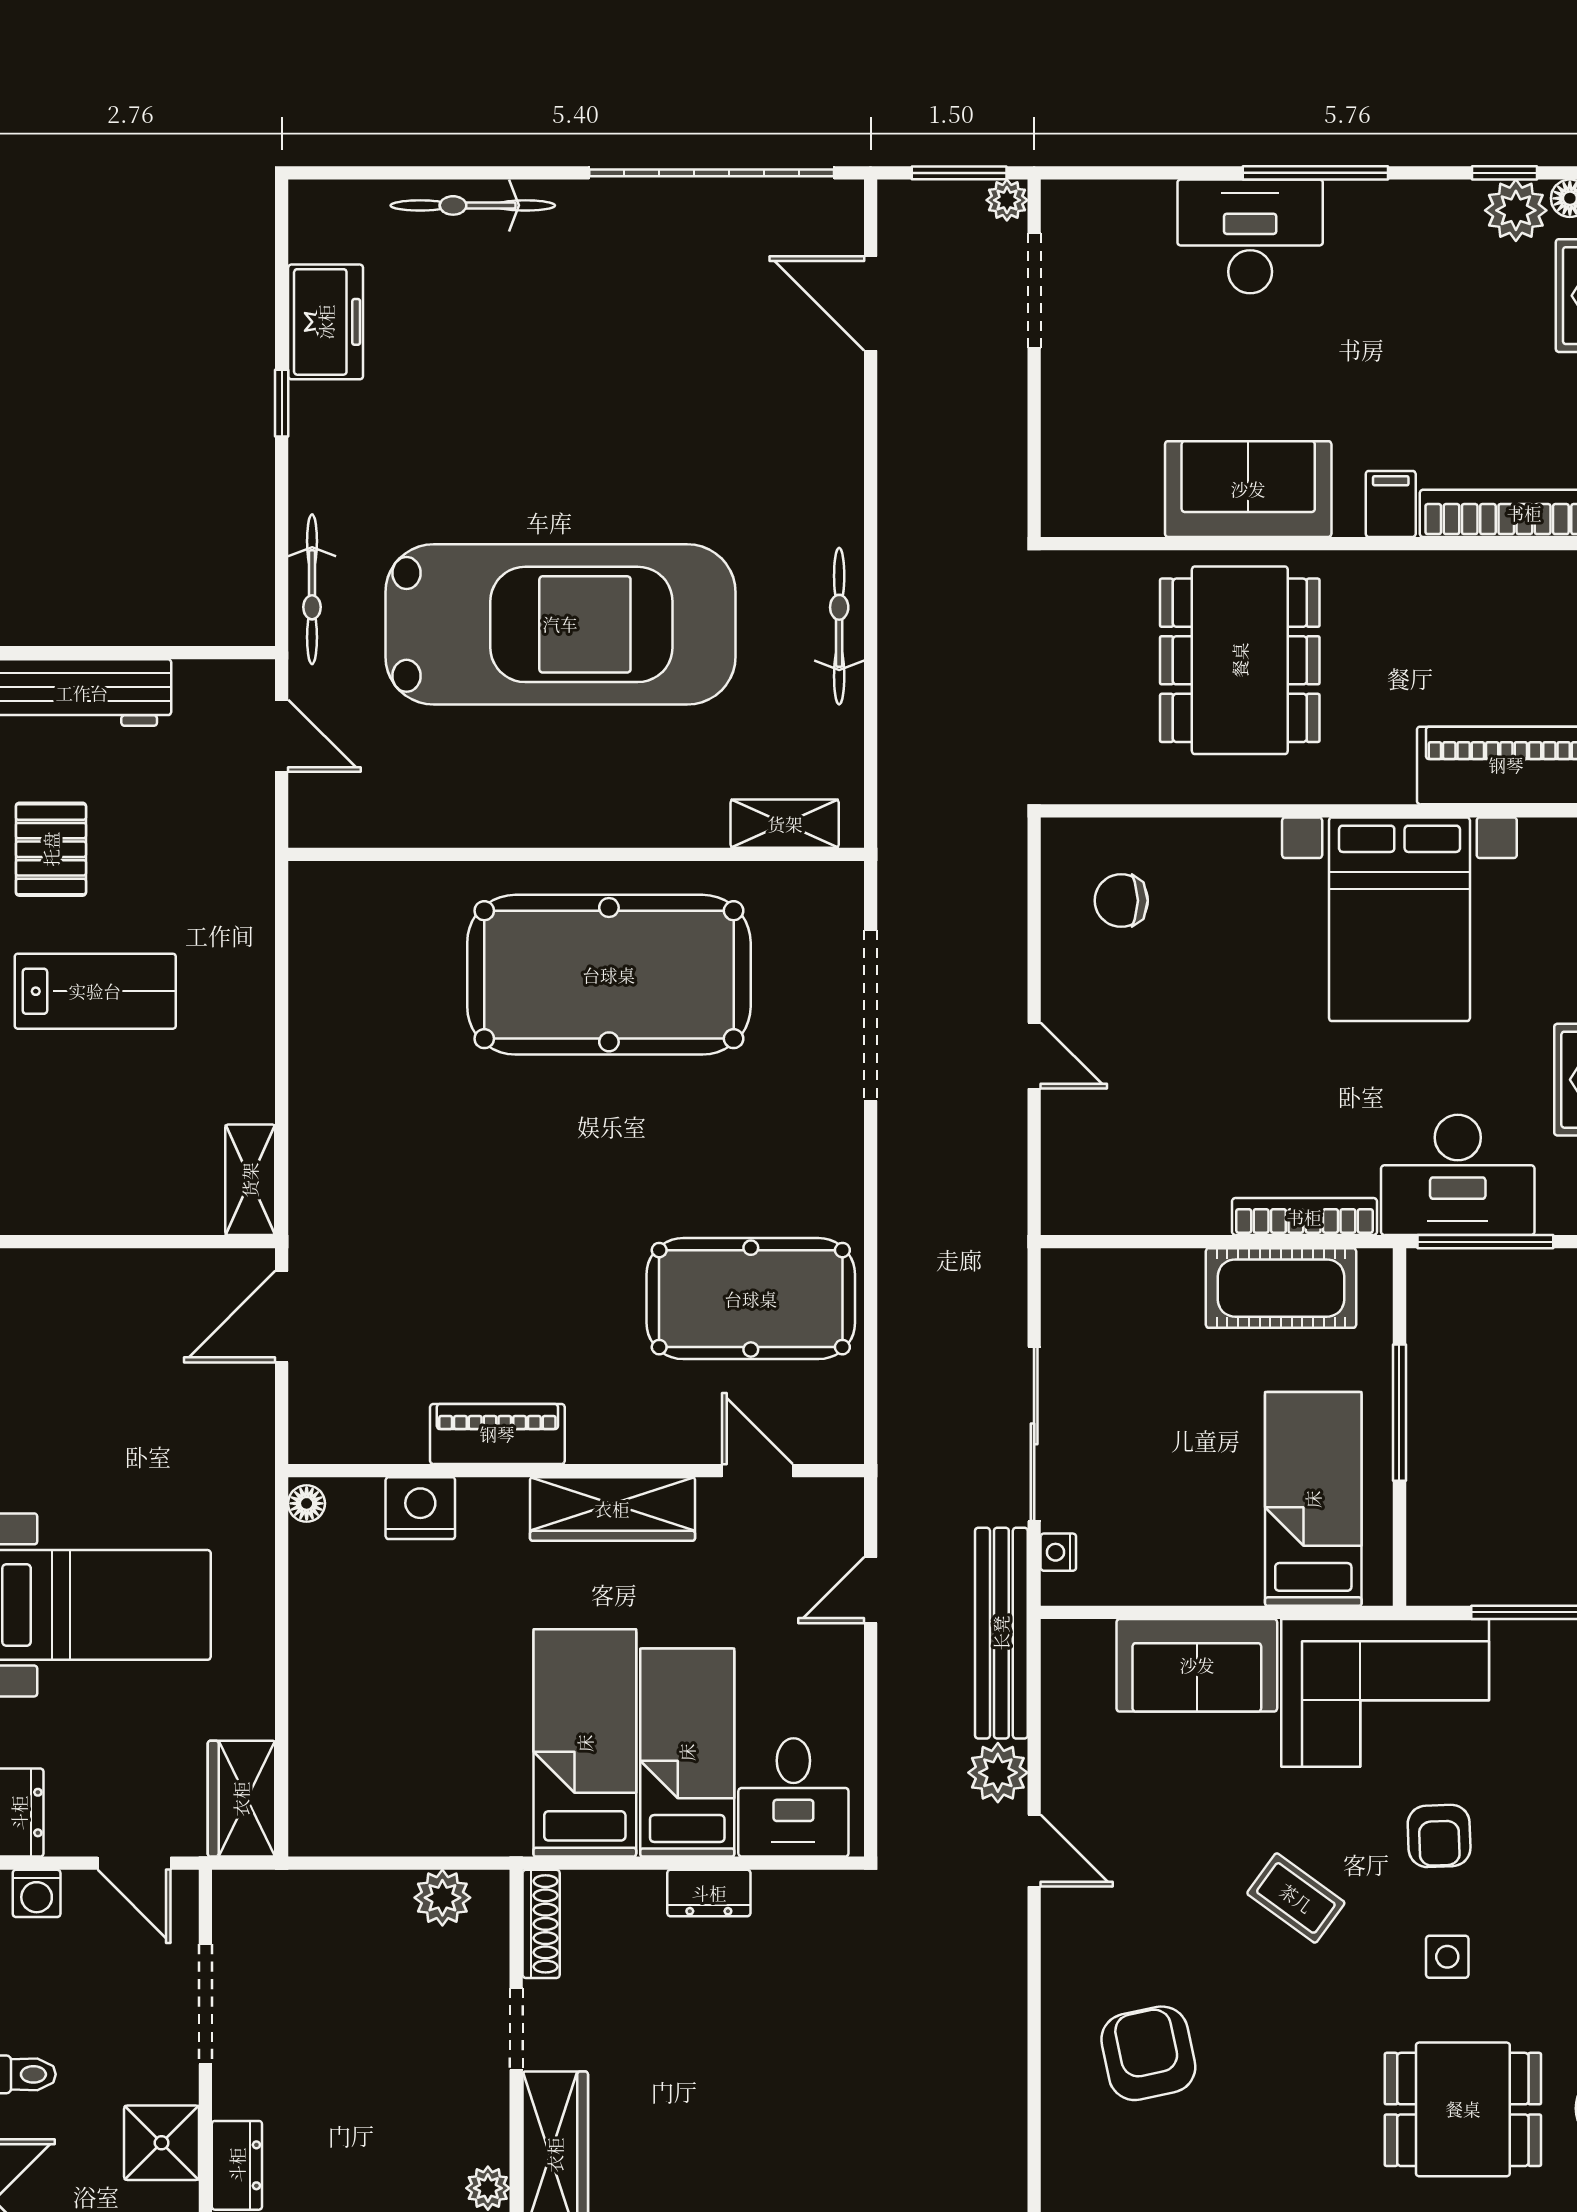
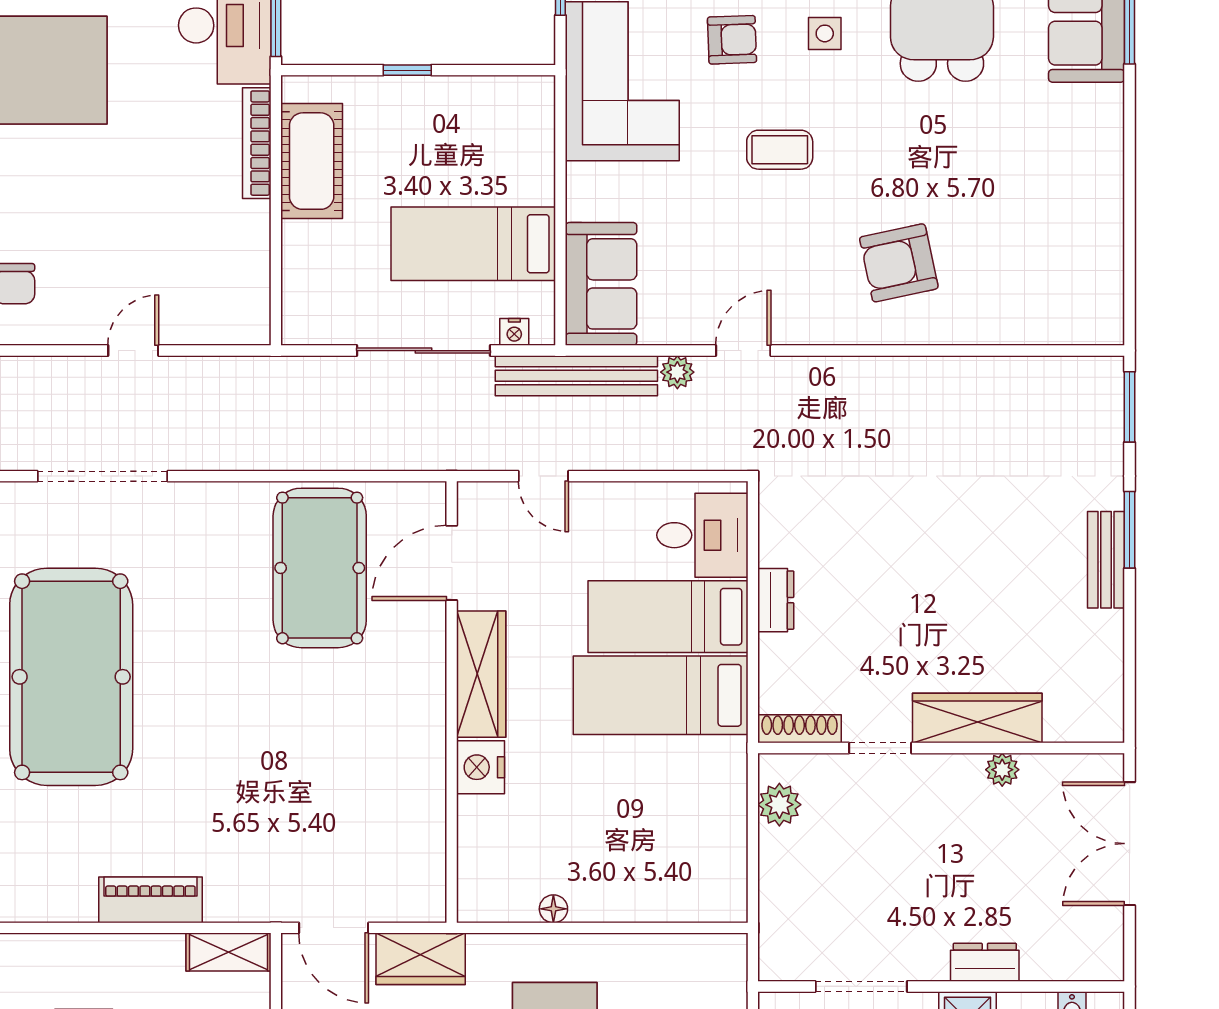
window: (1399, 1413) -> (407, 70), width x0.46
piano: (497, 1434) -> (150, 900), moved, turned 90
door: (757, 1471) -> (452, 563), width x1.38
bed: (1313, 1499) -> (473, 244), moved
floor lamp: (307, 1503) -> (553, 909), moved
nightstand: (420, 1508) -> (481, 767), moved
sofa: (1197, 1665) -> (601, 284), moved
plant: (998, 1773) -> (677, 372), width x0.73, depth x0.73
wardrobe: (241, 1799) -> (421, 959), moved
coffee table: (1296, 1898) -> (780, 150), turned 54

